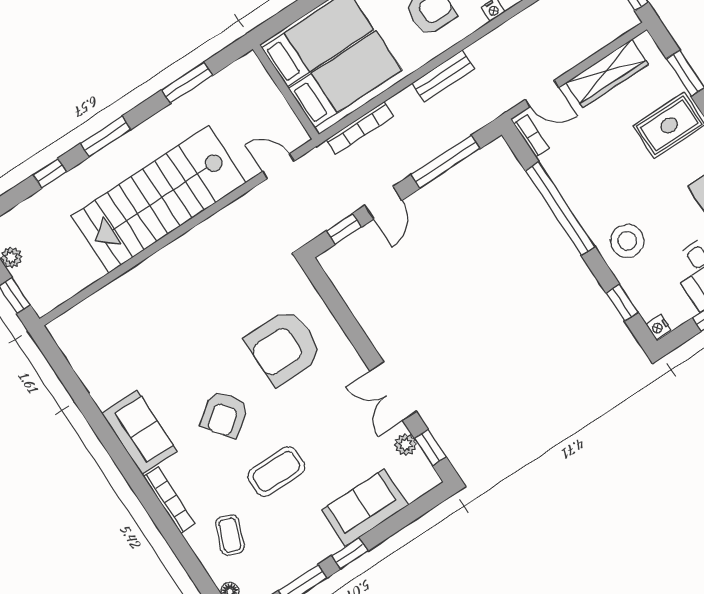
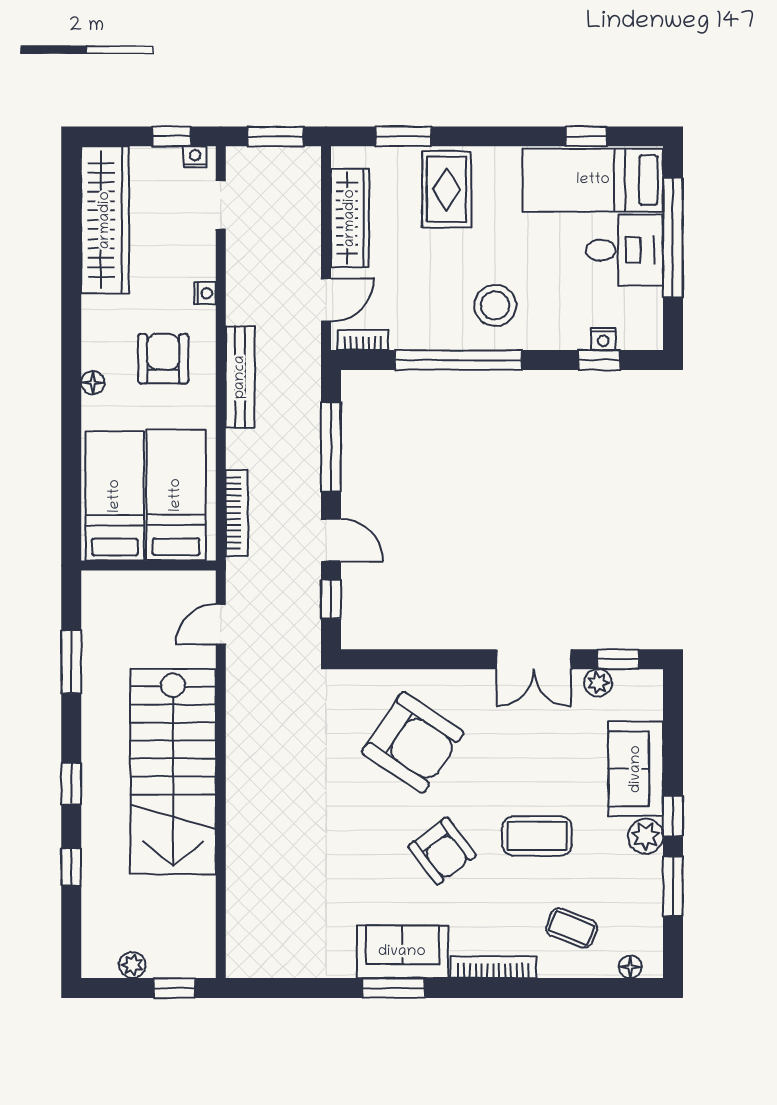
bench: (443, 76) -> (240, 377), width x1.36
window: (106, 136) -> (71, 784), width x0.67
stool: (627, 241) -> (495, 305), moved
nightstand: (659, 327) -> (603, 339), moved
armchair: (284, 347) -> (413, 742), turned -56
window: (111, 442) -> (394, 988), added
coffee table: (276, 471) -> (537, 836), turned 90
plant: (324, 544) -> (646, 836), added

